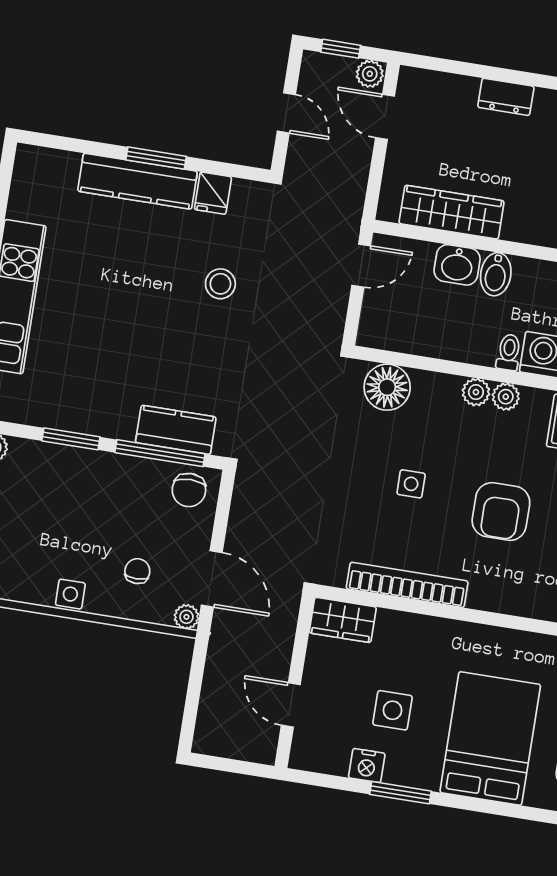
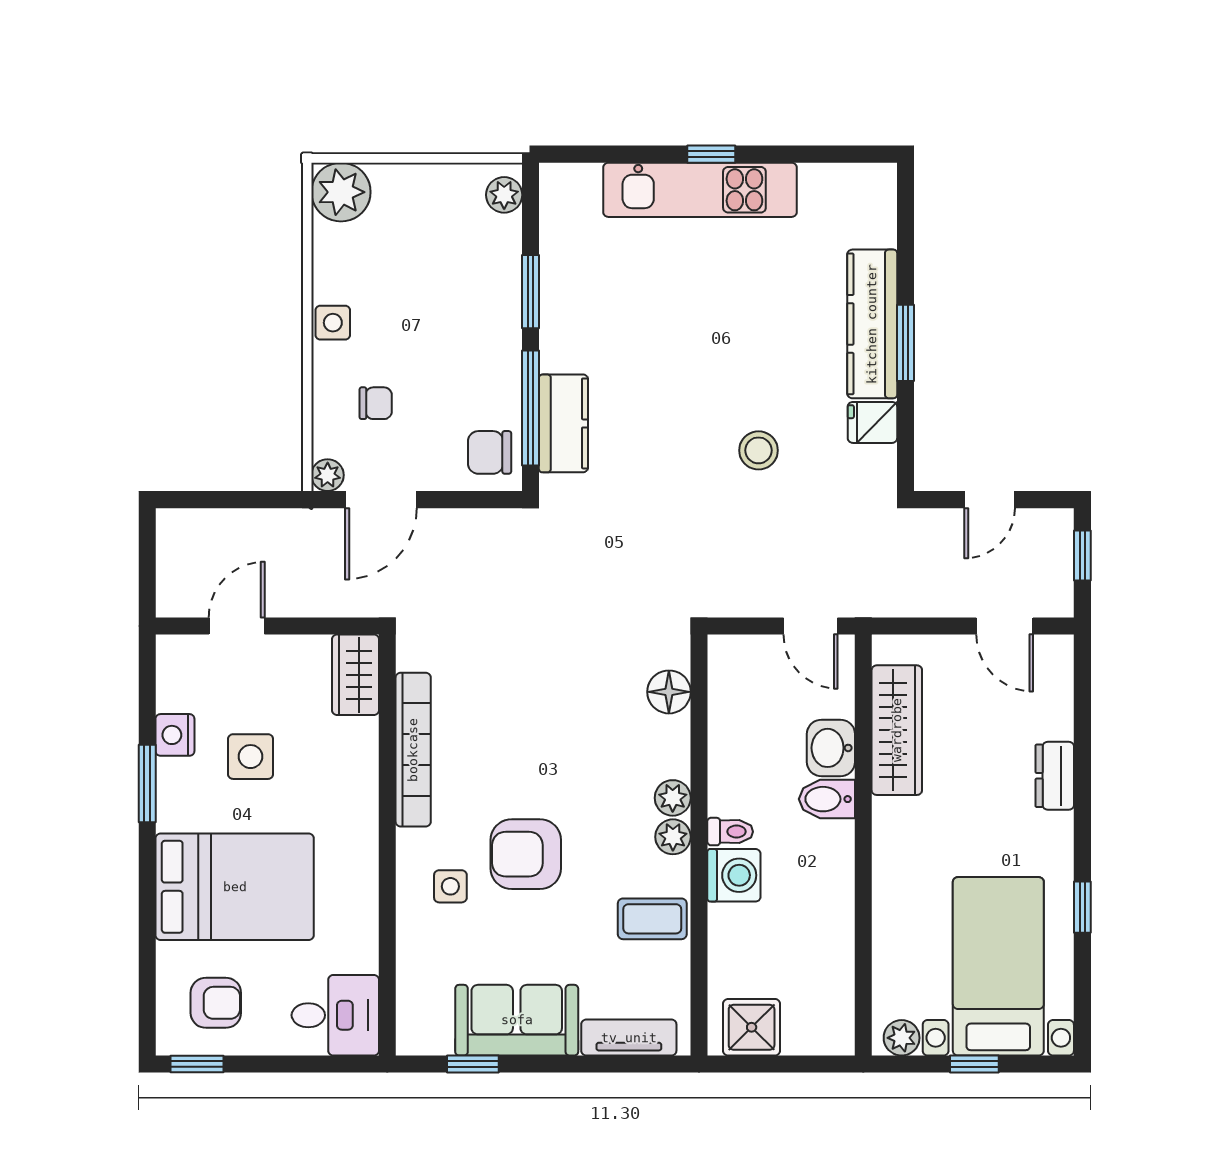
plant: (370, 74) -> (1056, 598), removed
door: (385, 117) -> (1005, 626), swing flipped
floor lamp: (387, 387) -> (669, 692), width x0.73, depth x0.73
side table: (411, 484) -> (450, 886), moved

